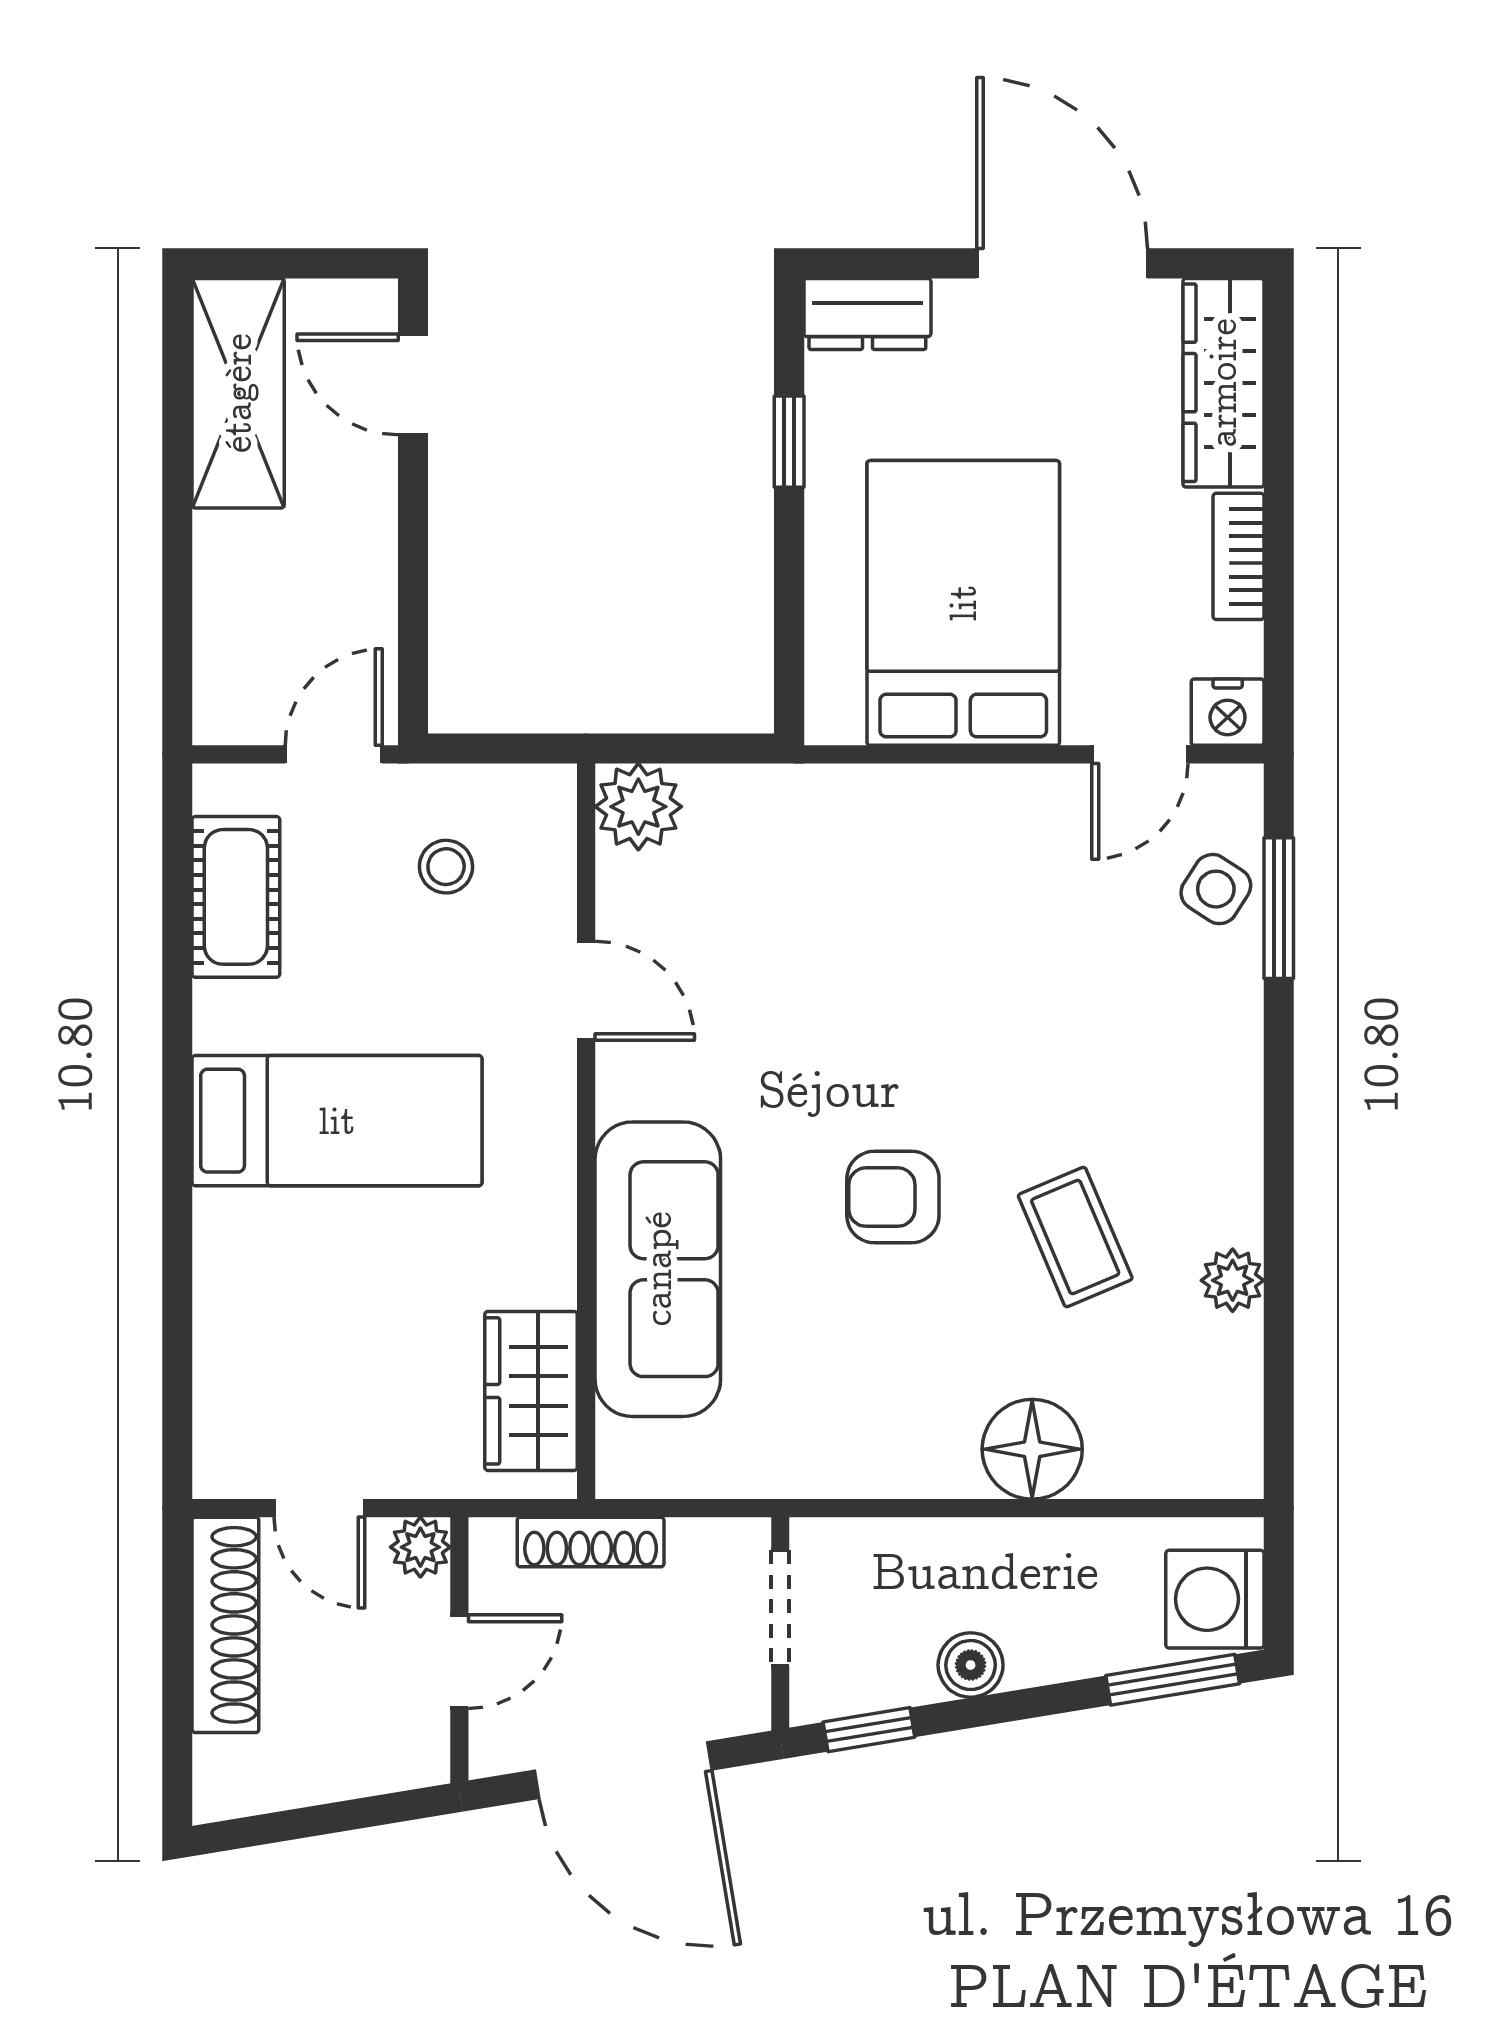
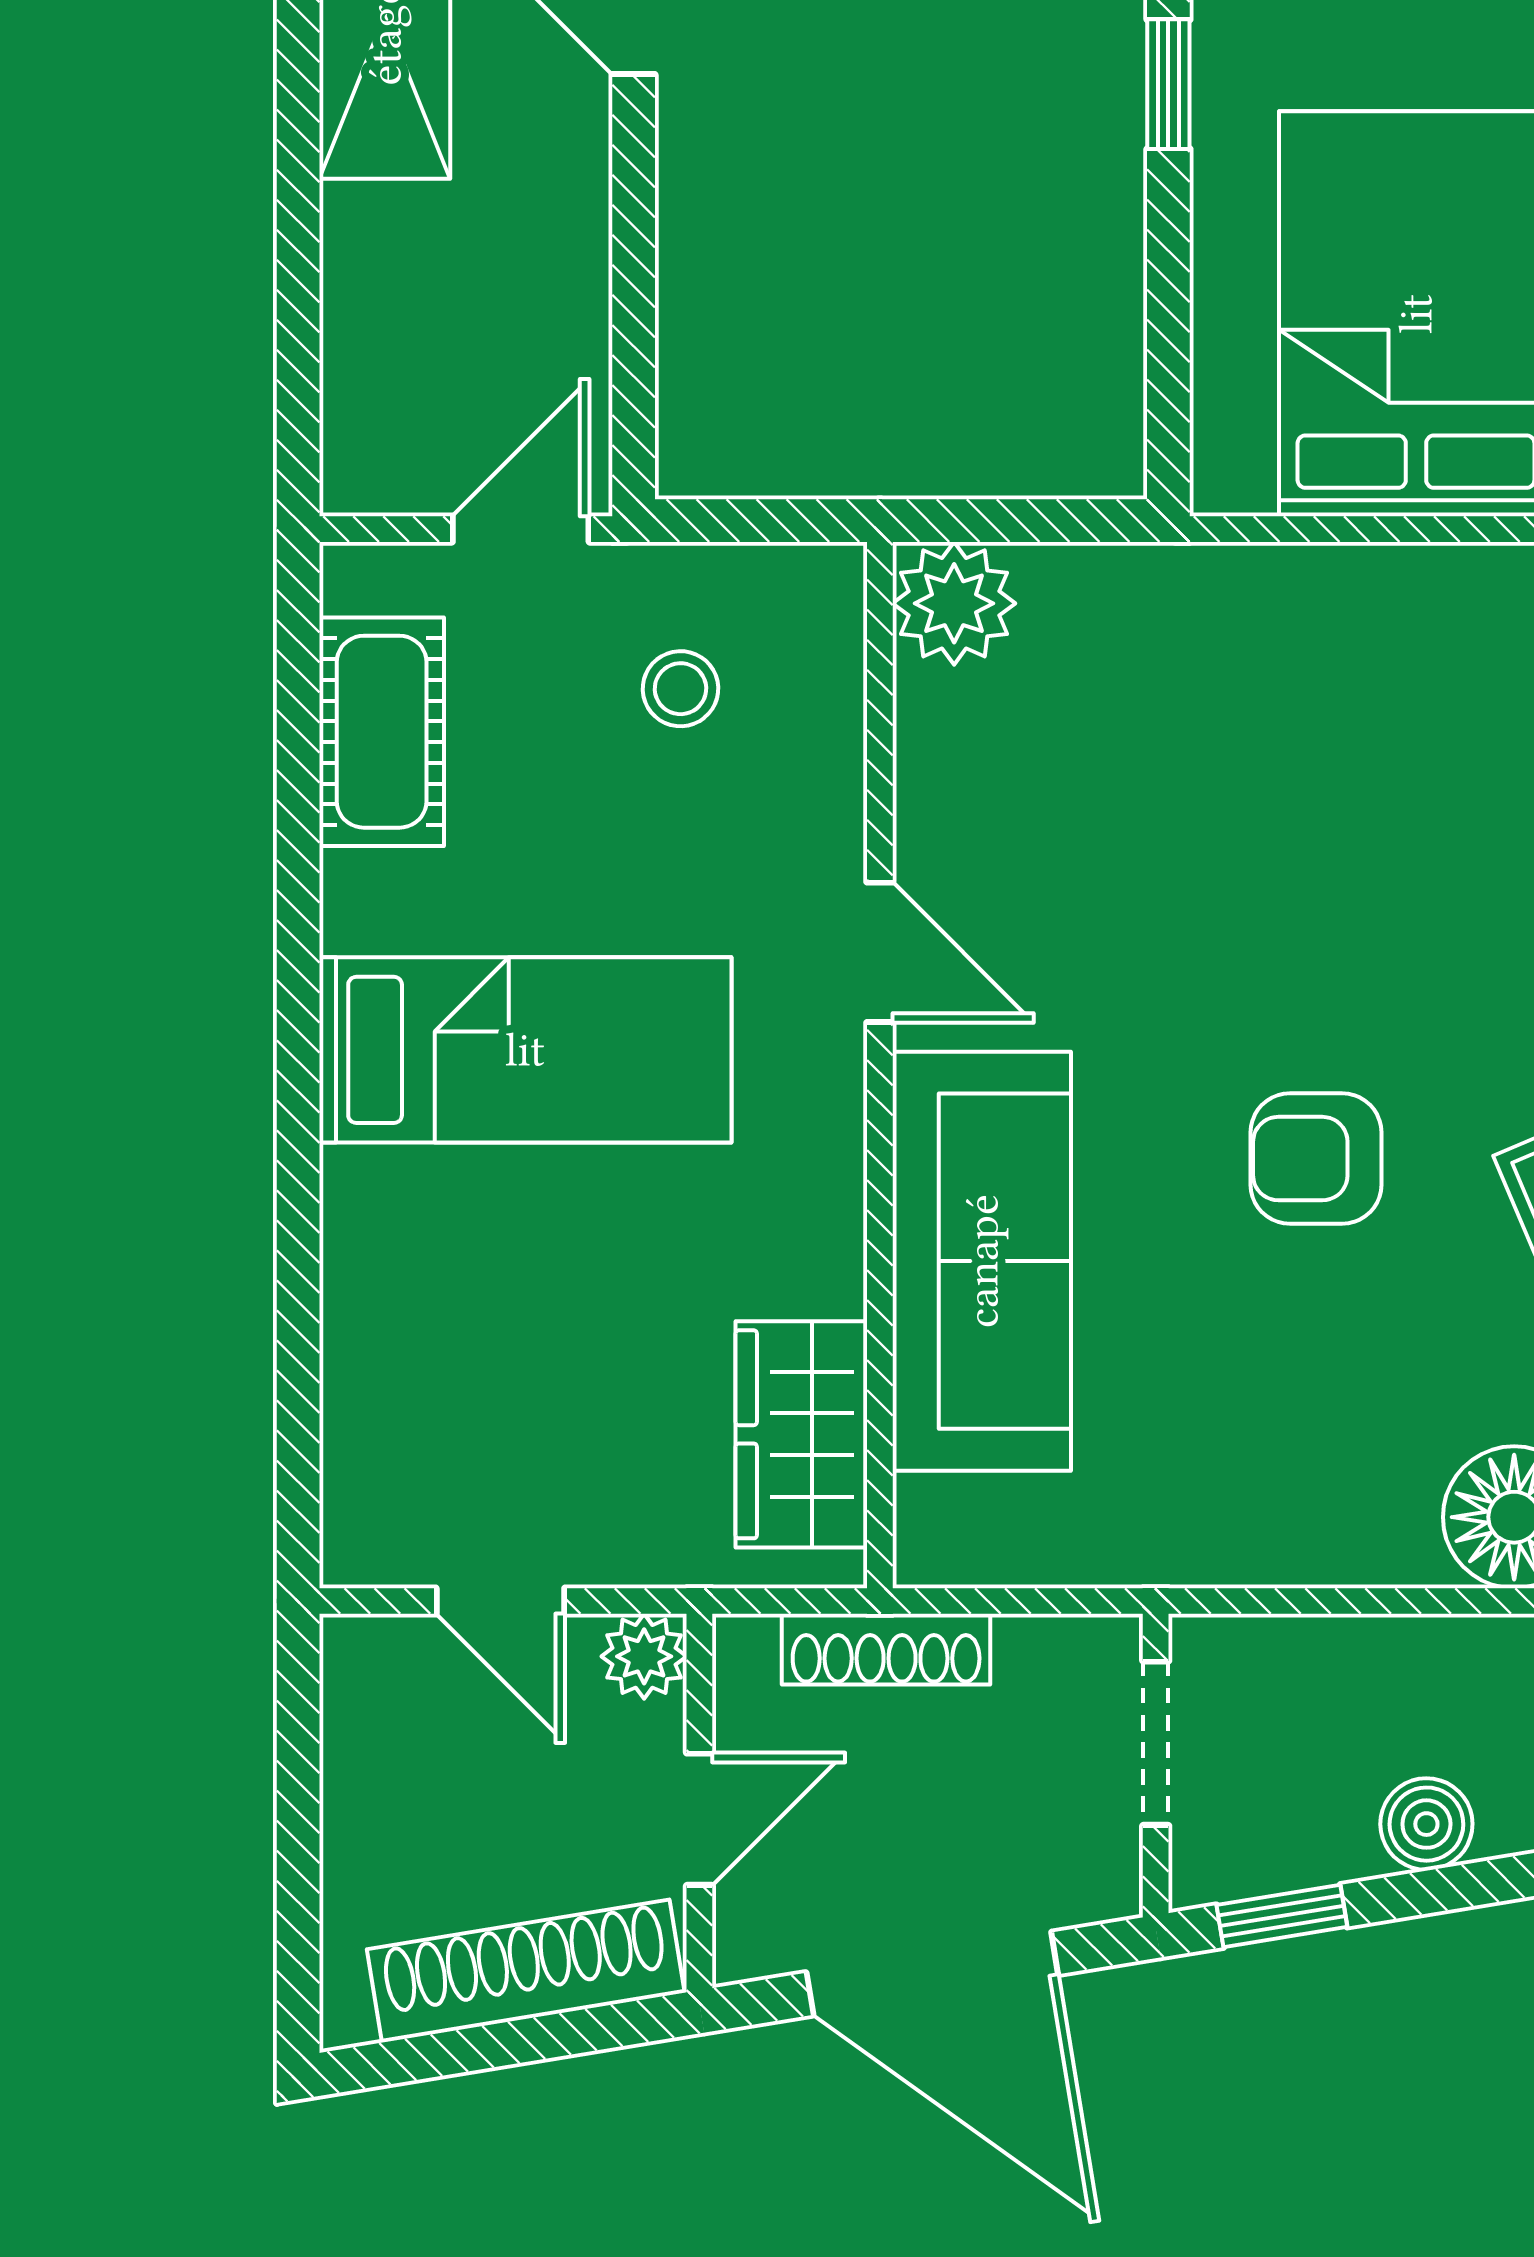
door: (586, 991) -> (880, 952), moved
shoe rack: (225, 1625) -> (526, 1971), moved, turned -99

